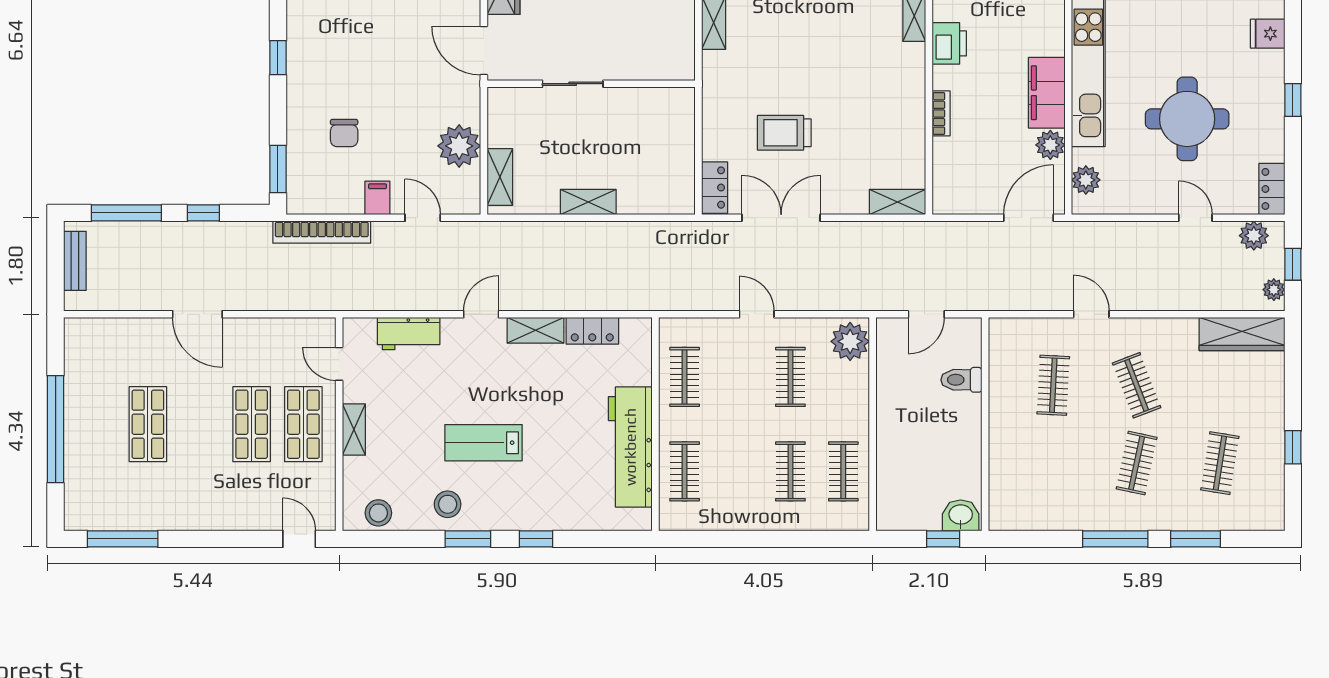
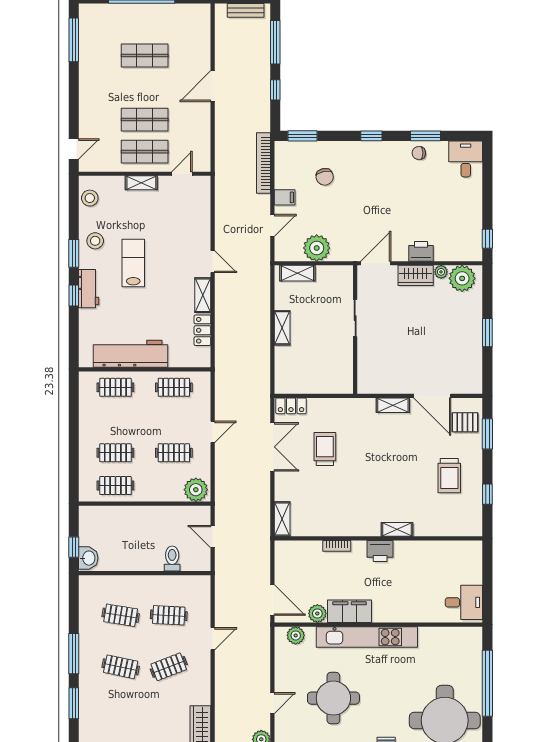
chair: (344, 133) -> (325, 177), turned -102
workbench: (409, 334) -> (89, 289), moved, turned 180
clothes rail: (1220, 463) -> (121, 615), moved

